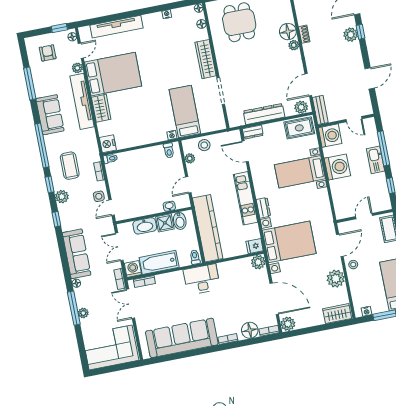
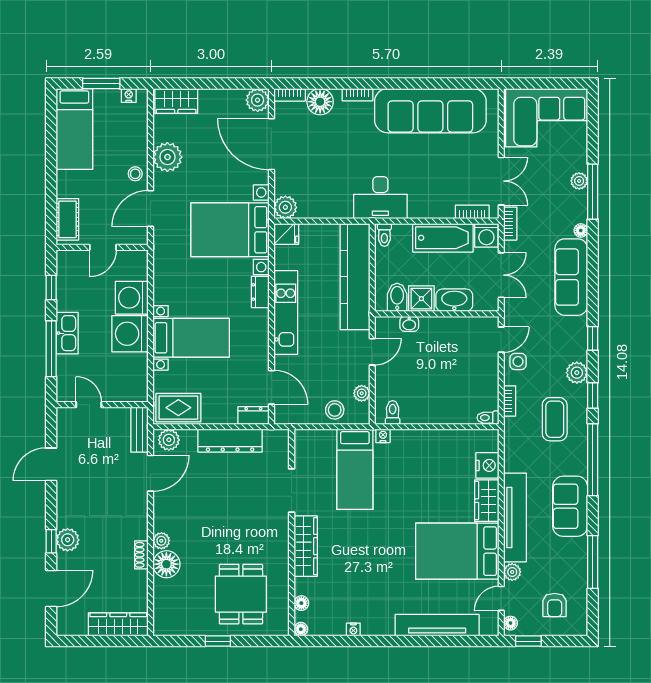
washing machine: (330, 136) -> (132, 298), moved
nightstand: (108, 144) -> (487, 465), moved

